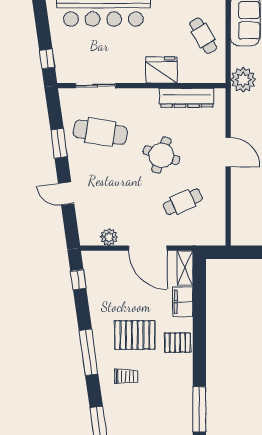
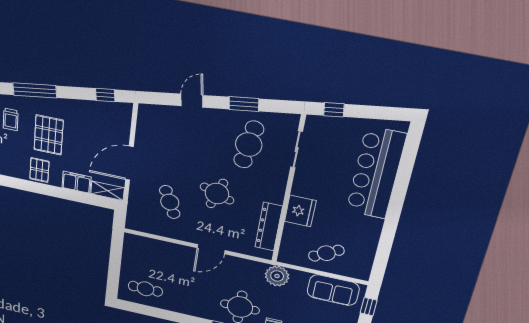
plant: (109, 237) -> (144, 131), removed

